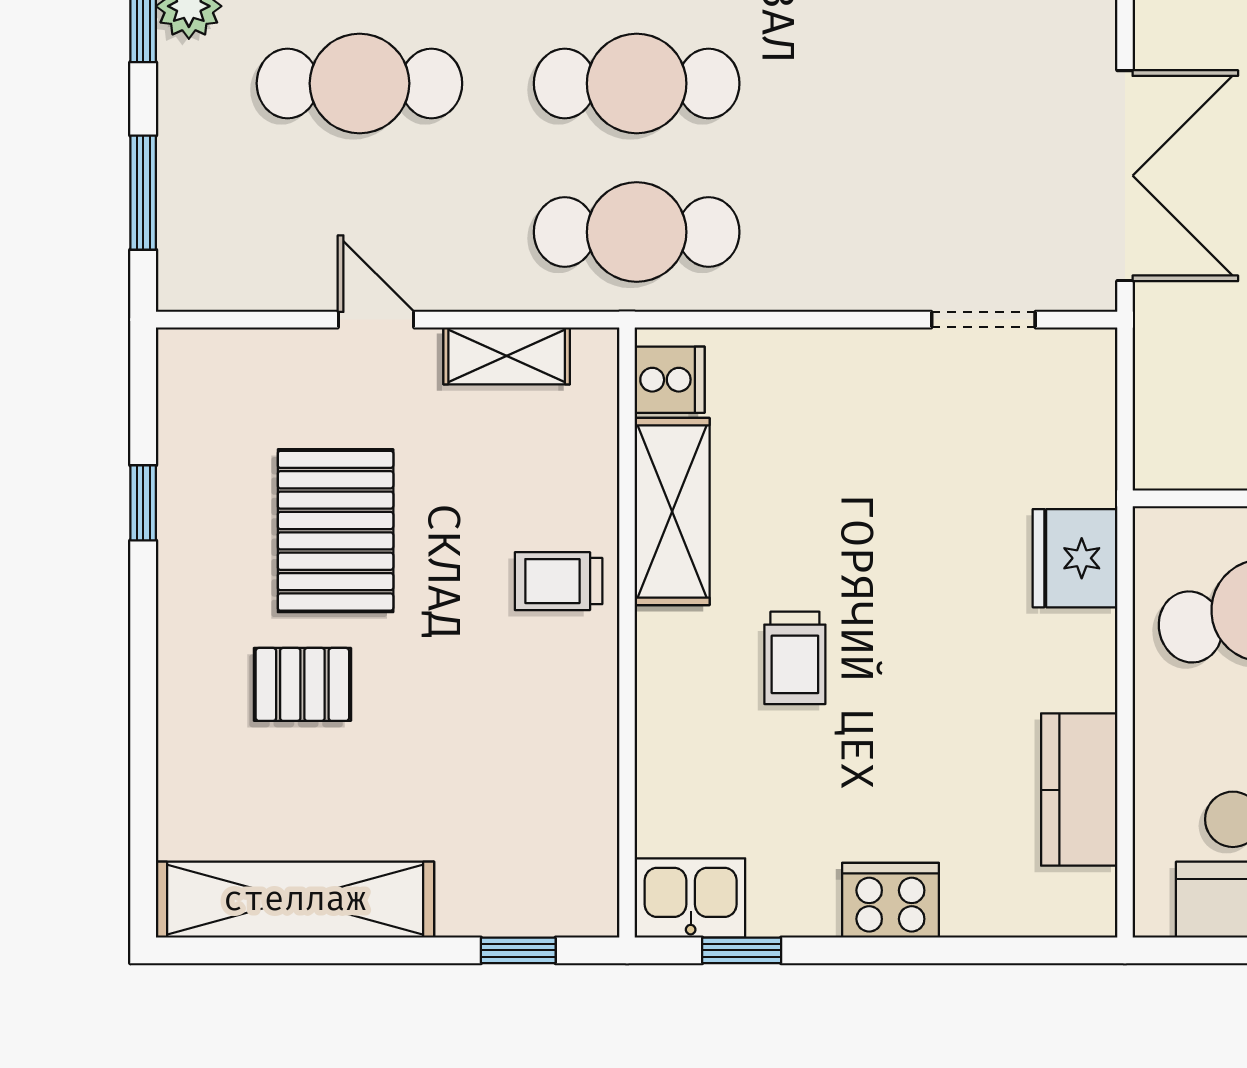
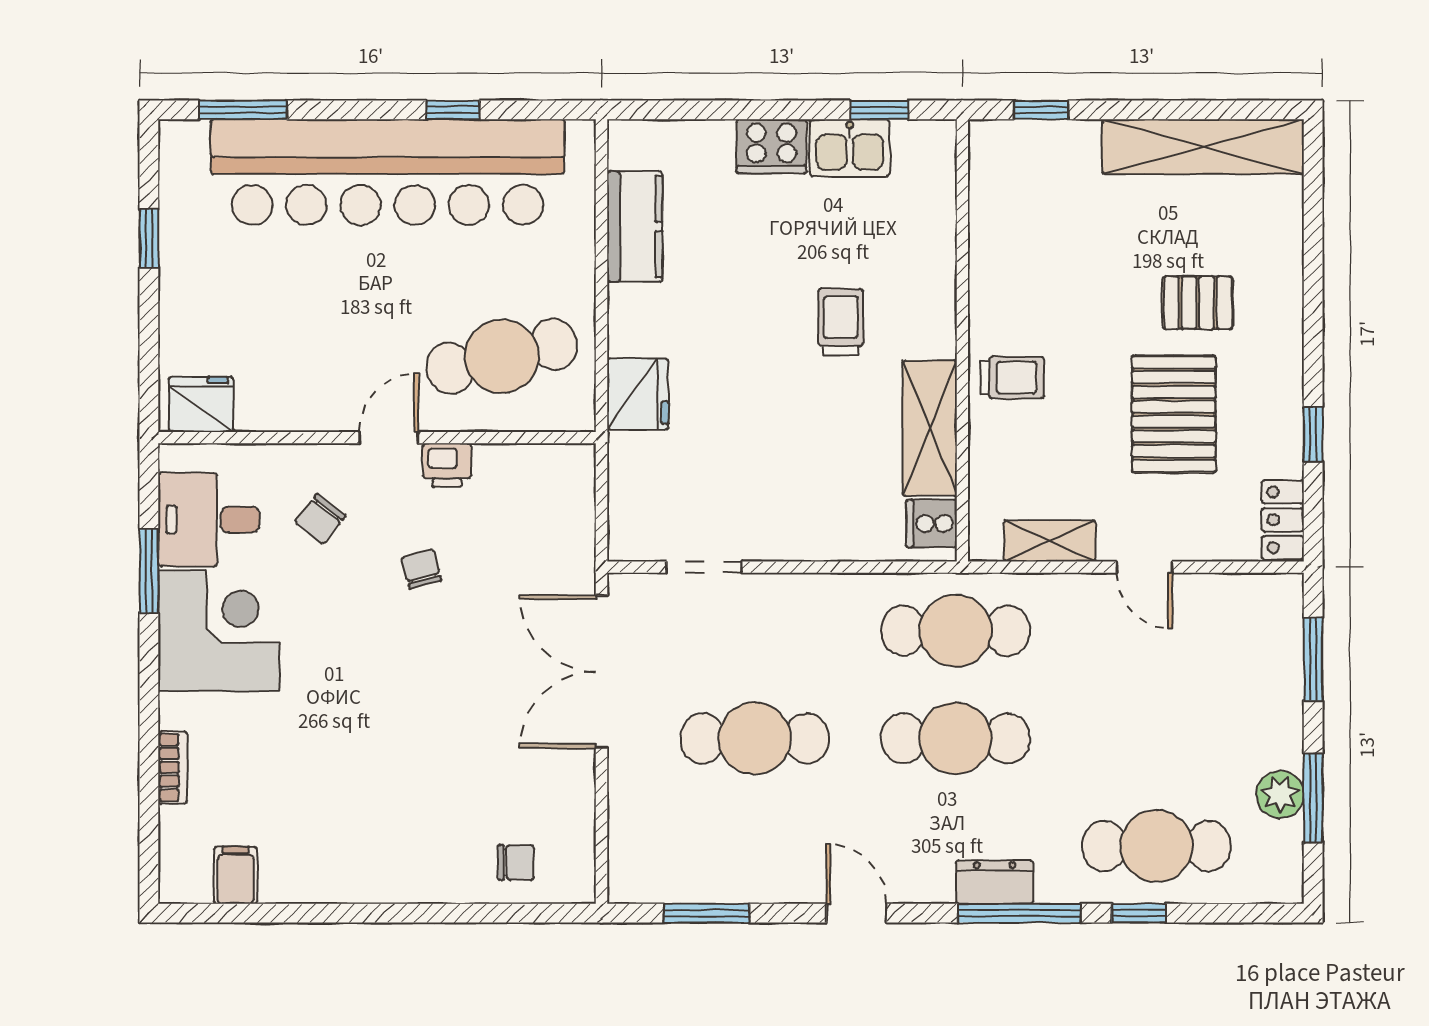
cafe table: (359, 83) -> (755, 738), moved
locker: (185, 385) -> (1283, 520), added
kitchen sink: (691, 898) -> (850, 148), moved

